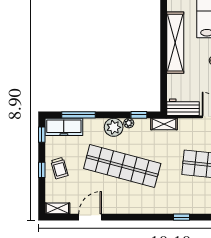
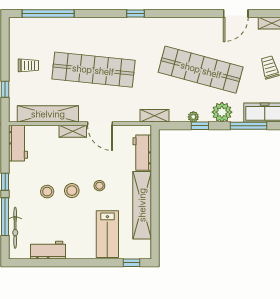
workbench: (183, 107) -> (142, 153), moved, turned 90
window: (139, 115) -> (200, 126), moved
plant: (114, 127) -> (222, 112), moved

